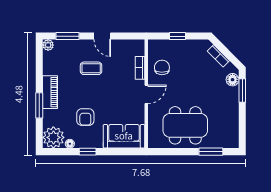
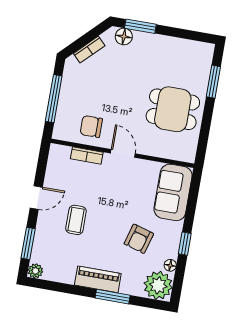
window: (178, 36) -> (54, 99), width x2.17
armchair: (85, 117) -> (139, 239), turned 106
dining table: (185, 125) -> (173, 109), width x0.73

